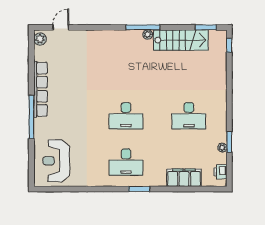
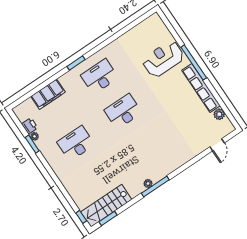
plant: (40, 39) -> (219, 114), moved
stairs: (181, 40) -> (106, 206), moved
reception desk: (56, 161) -> (163, 59), moved, turned -90
printer: (220, 172) -> (30, 126), moved

